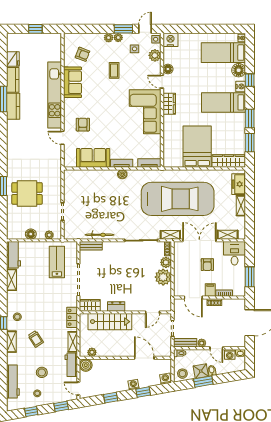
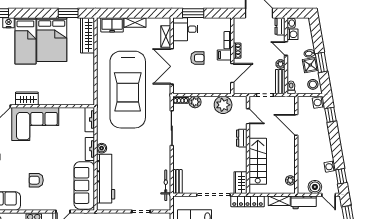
window: (250, 118) -> (42, 13), removed
armchair: (83, 125) -> (36, 180), moved
bed: (197, 147) -> (52, 40), moved, turned -90
sofa: (93, 158) -> (84, 185), width x1.36
workbench: (94, 178) -> (106, 179), added
car: (178, 199) -> (128, 90), turned 180
bicycle: (100, 235) -> (166, 185), moved
shelving: (170, 235) -> (166, 97), removed
plant: (163, 277) -> (223, 105), moved
window: (250, 277) -> (193, 13), moved
dresser: (116, 306) -> (242, 138), moved
locker: (72, 317) -> (248, 201), width x1.53
dresser: (237, 343) -> (280, 26), added
door: (216, 348) -> (286, 49), swing flipped
door: (144, 358) -> (296, 125), hinge flipped
boiler: (86, 365) -> (315, 187), moved
washing machine: (133, 385) -> (330, 167), moved
door: (78, 388) -> (329, 195), hinge flipped
window: (143, 392) -> (330, 115), moved
window: (111, 398) -> (341, 176), moved

